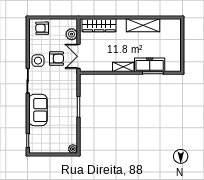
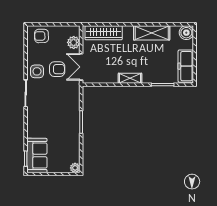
boiler: (175, 25) -> (186, 33), added
freezer: (150, 65) -> (186, 66), moved, turned -90
sofa: (38, 110) -> (37, 156), moved

